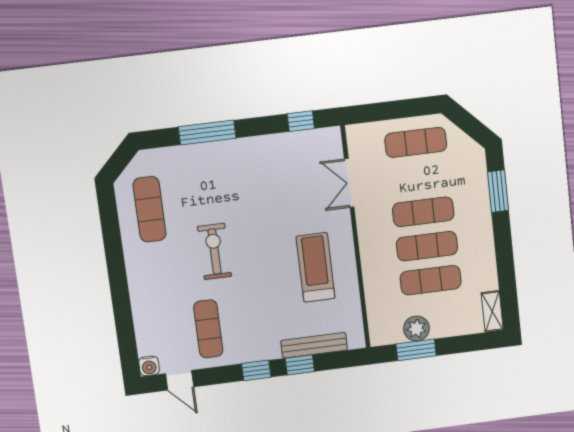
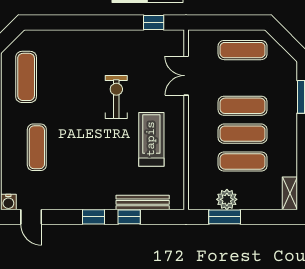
window: (207, 133) -> (79, 23), removed
exercise bike: (215, 251) -> (116, 97), moved
exercise mat: (208, 329) -> (37, 147), moved

